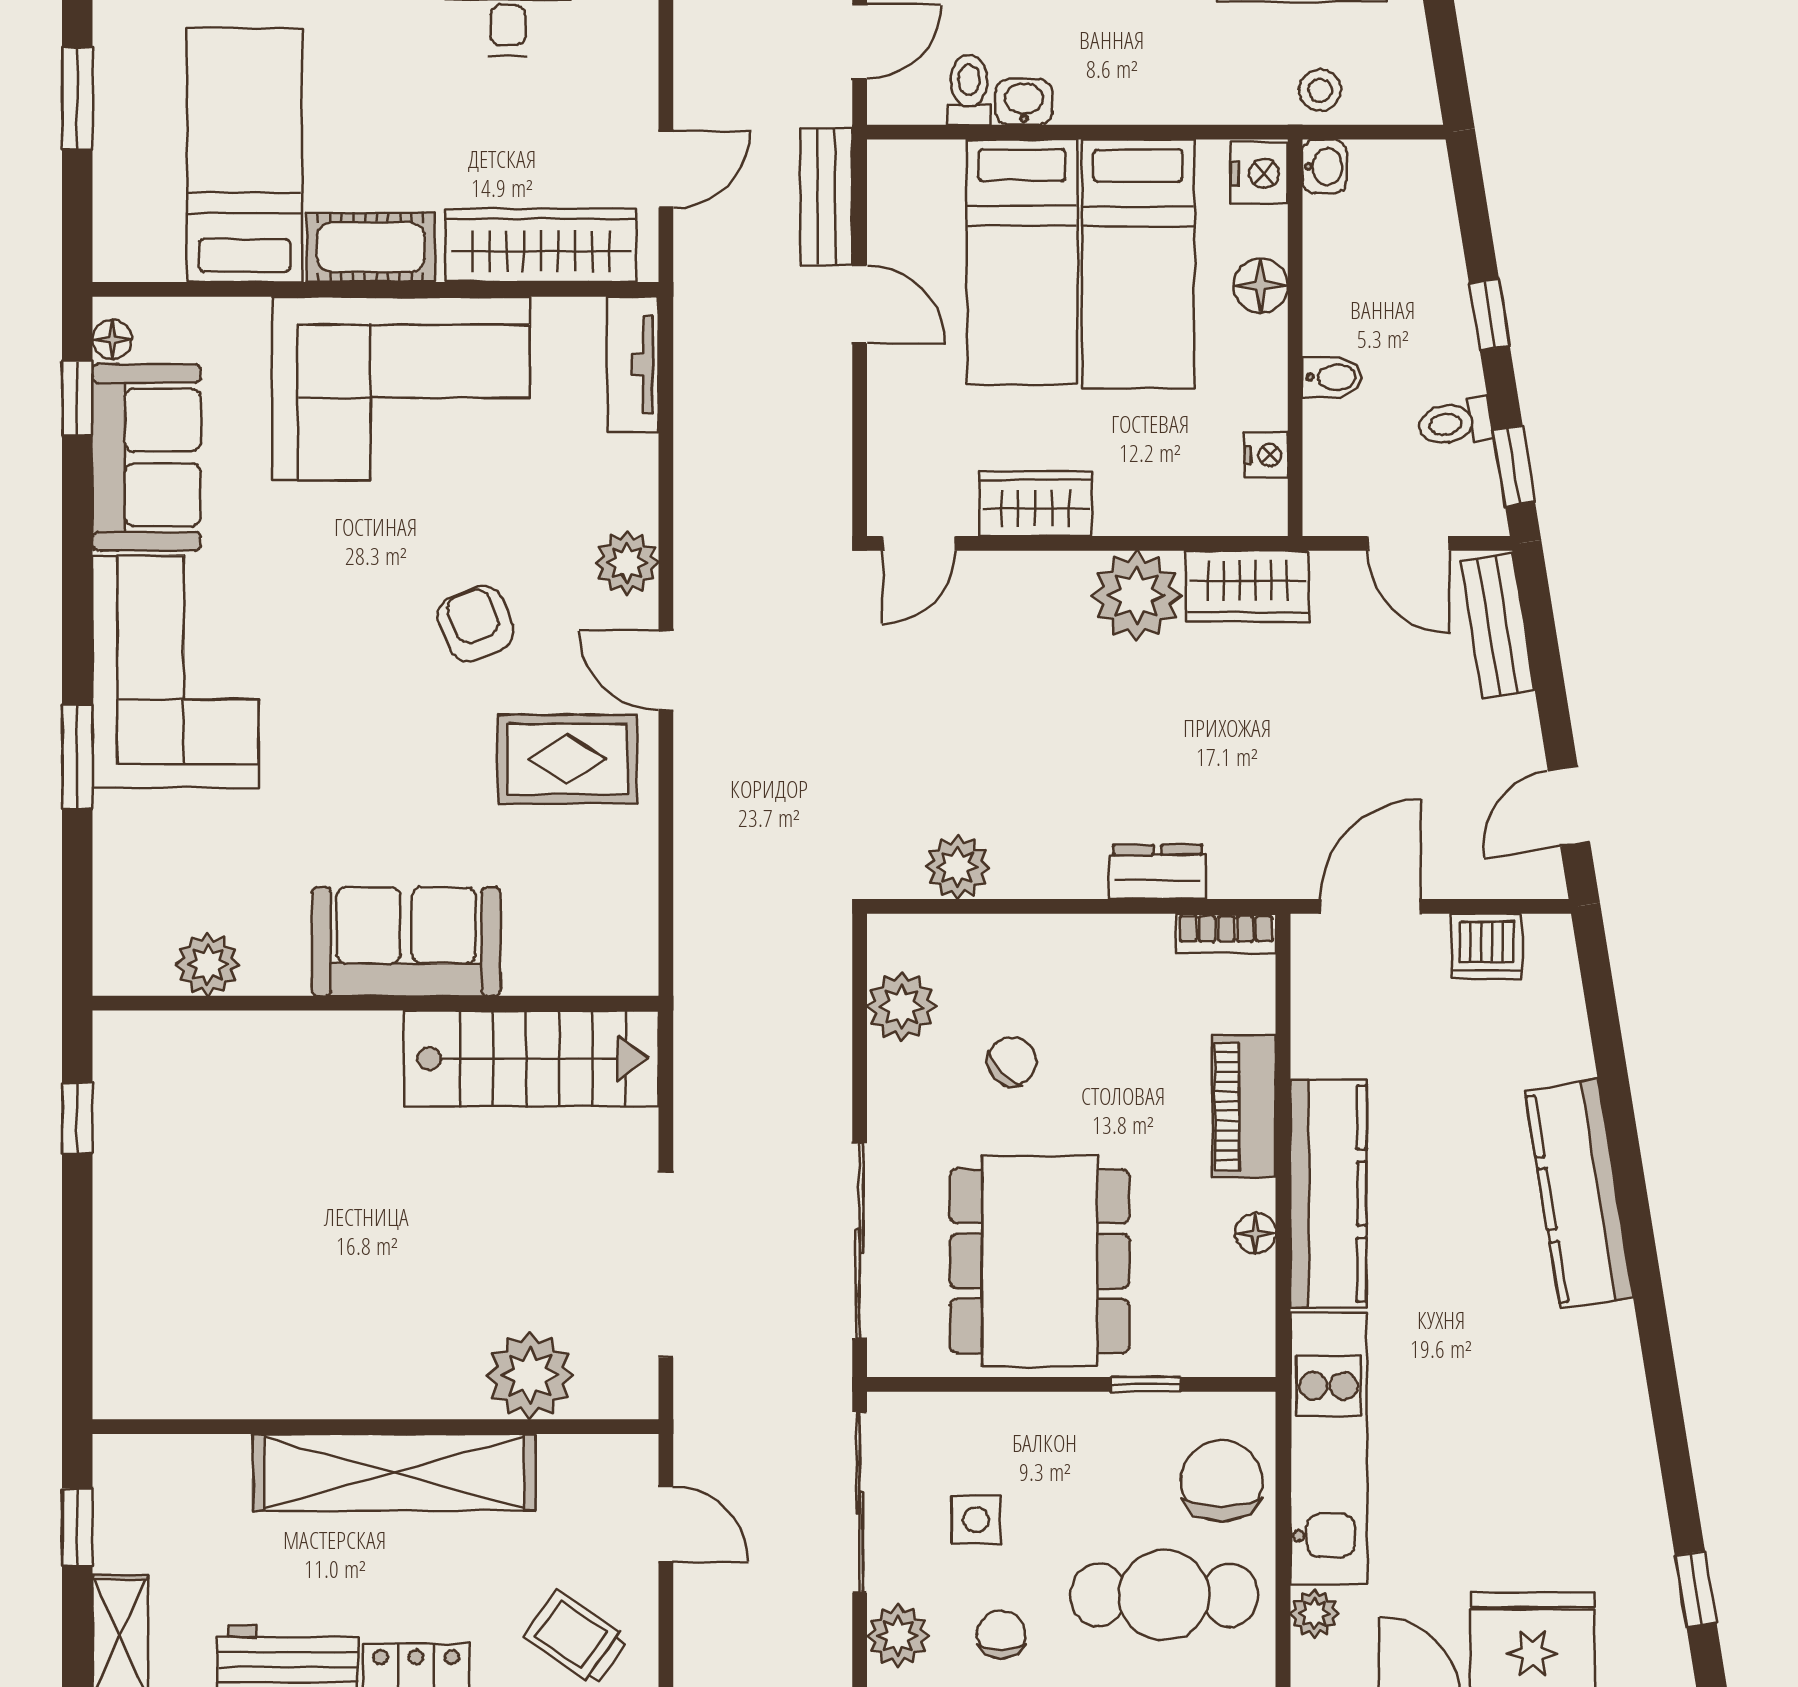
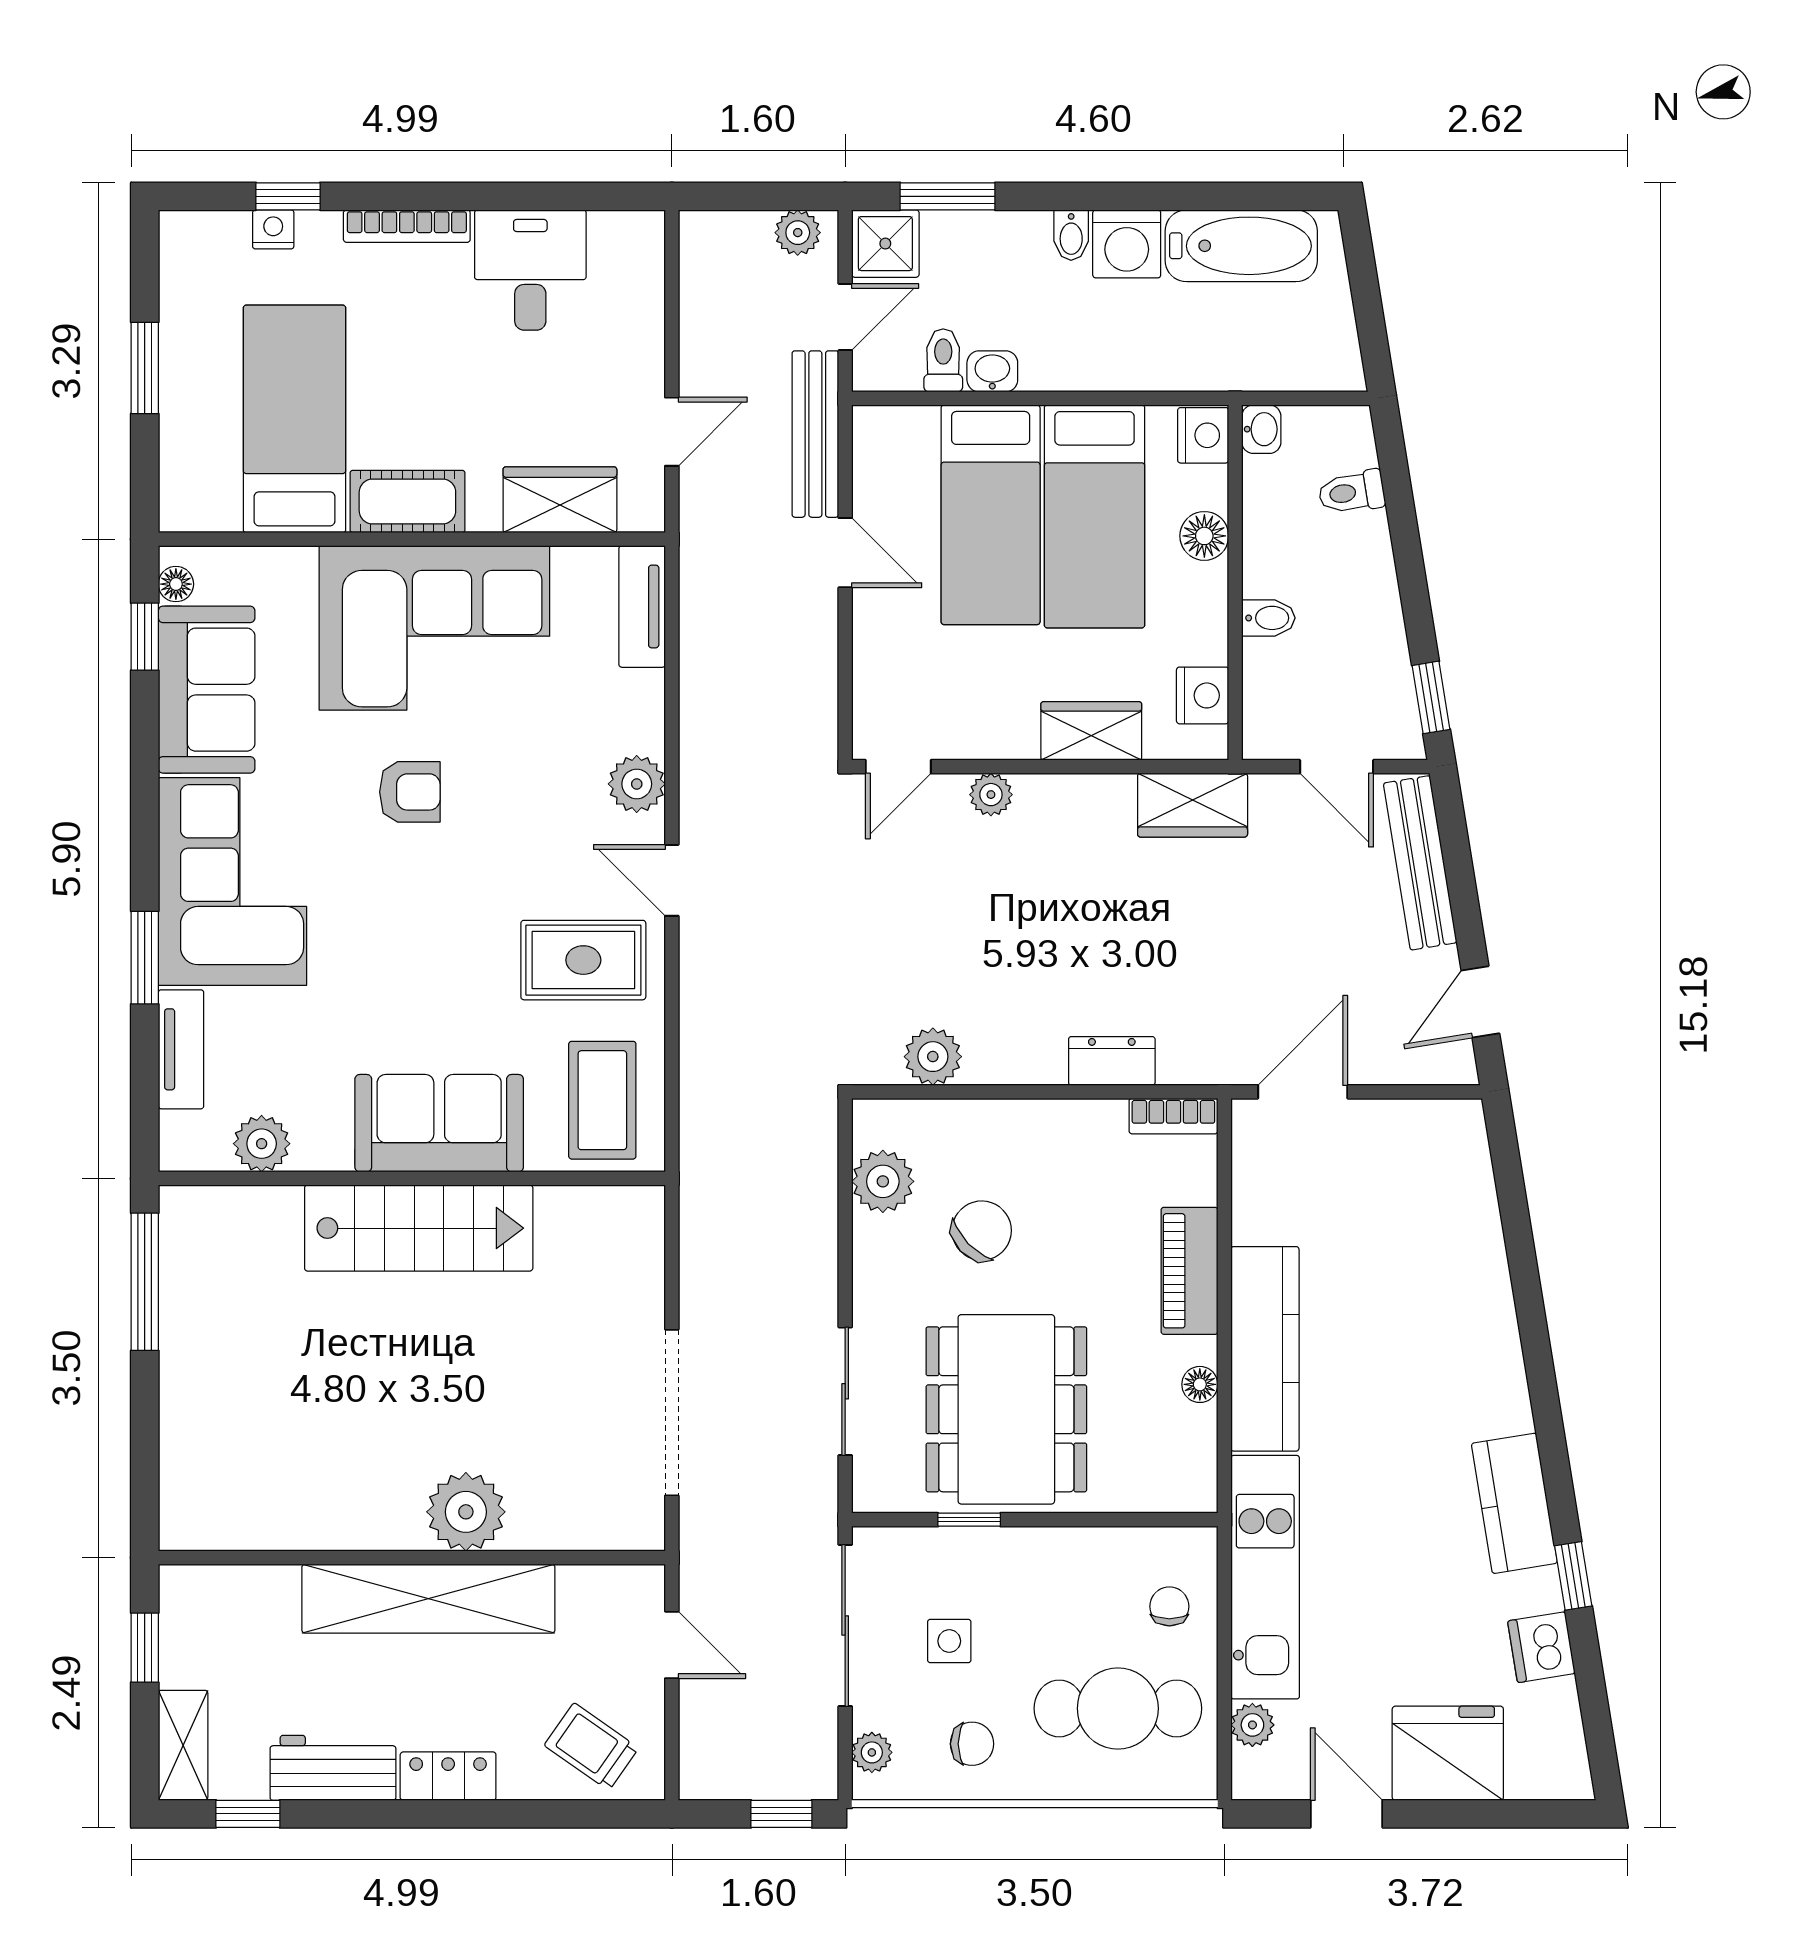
stool: (1320, 90) -> (1258, 361), removed
bench: (826, 197) -> (815, 434), width x1.36
wardrobe: (541, 245) -> (560, 500), width x0.67
window: (1489, 315) -> (1409, 562), removed
toilet: (1455, 423) -> (1352, 492), moved
nightstand: (1266, 455) -> (1203, 695), width x1.39, depth x1.35
wardrobe: (1035, 503) -> (1091, 731), moved
plant: (1137, 595) -> (991, 795), moved, width x0.53, depth x0.53
armchair: (476, 624) -> (410, 792), moved, turned 112
bench: (1498, 626) -> (1420, 863), width x1.36
tv unit: (118, 859) -> (181, 1049), added
coffee table: (588, 916) -> (602, 1100), added
dishwasher: (1487, 946) -> (1541, 1647), moved, turned 81
stairs: (531, 1059) -> (419, 1228), moved
chair: (1012, 1061) -> (982, 1231), width x1.37, depth x1.37
window: (77, 1119) -> (145, 1282), width x2.17
kitchen counter: (1579, 1194) -> (1514, 1503), moved, width x0.67
sliding door: (860, 1241) -> (845, 1391), width x0.73
plant: (530, 1375) -> (466, 1512), moved
window: (1146, 1384) -> (969, 1520), moved
chair: (1222, 1481) -> (1169, 1606), width x0.54, depth x0.54
window: (1696, 1589) -> (1573, 1576), moved
chair: (1001, 1635) -> (972, 1744), turned 90
plant: (898, 1636) -> (872, 1752), width x0.73, depth x0.73

